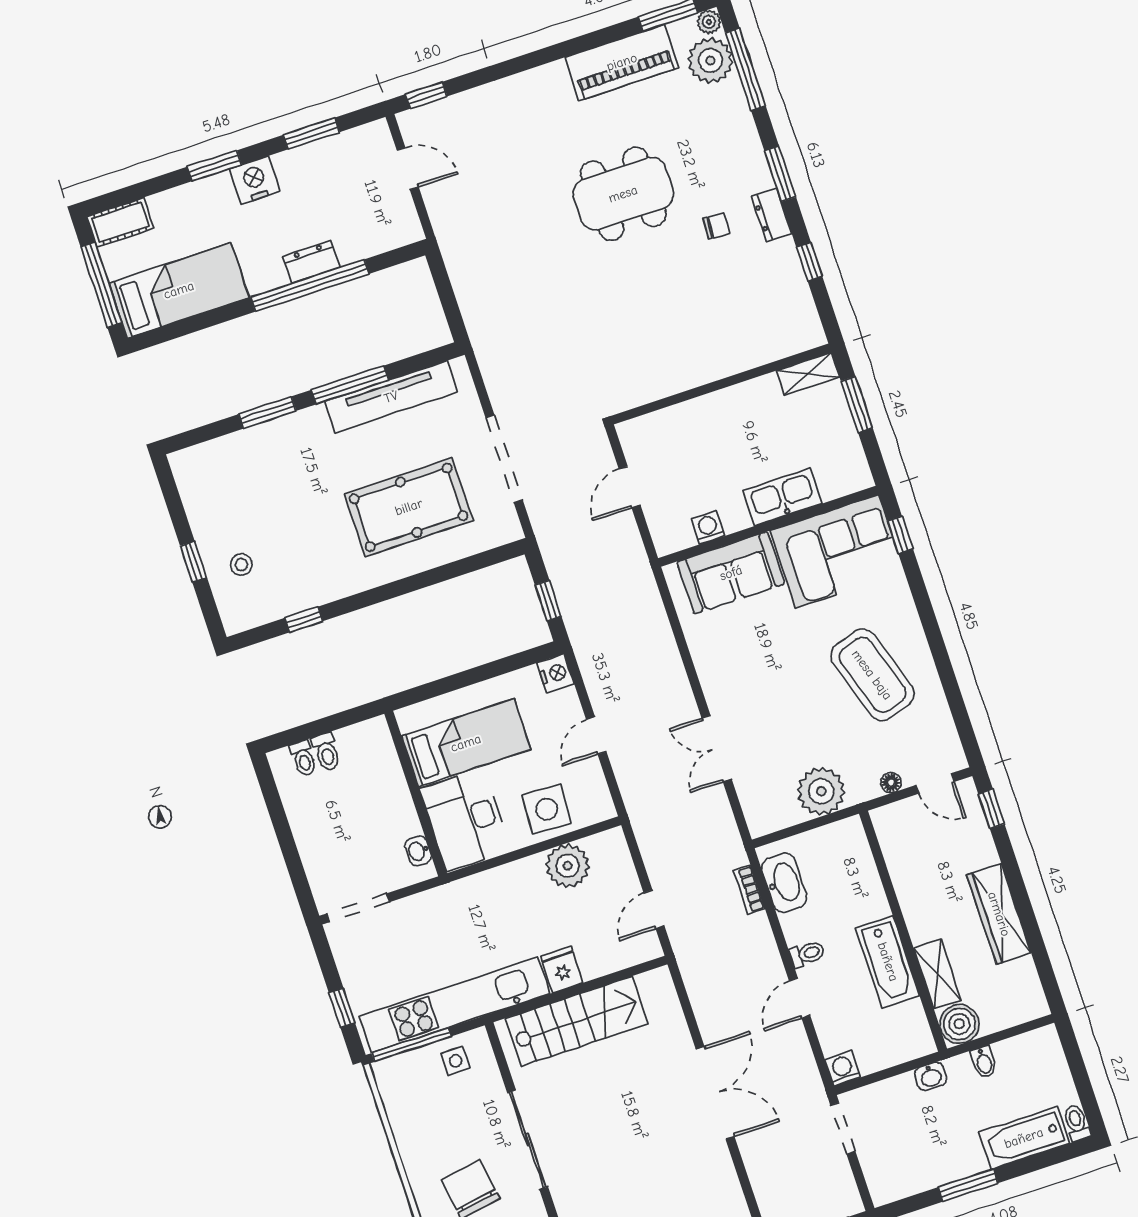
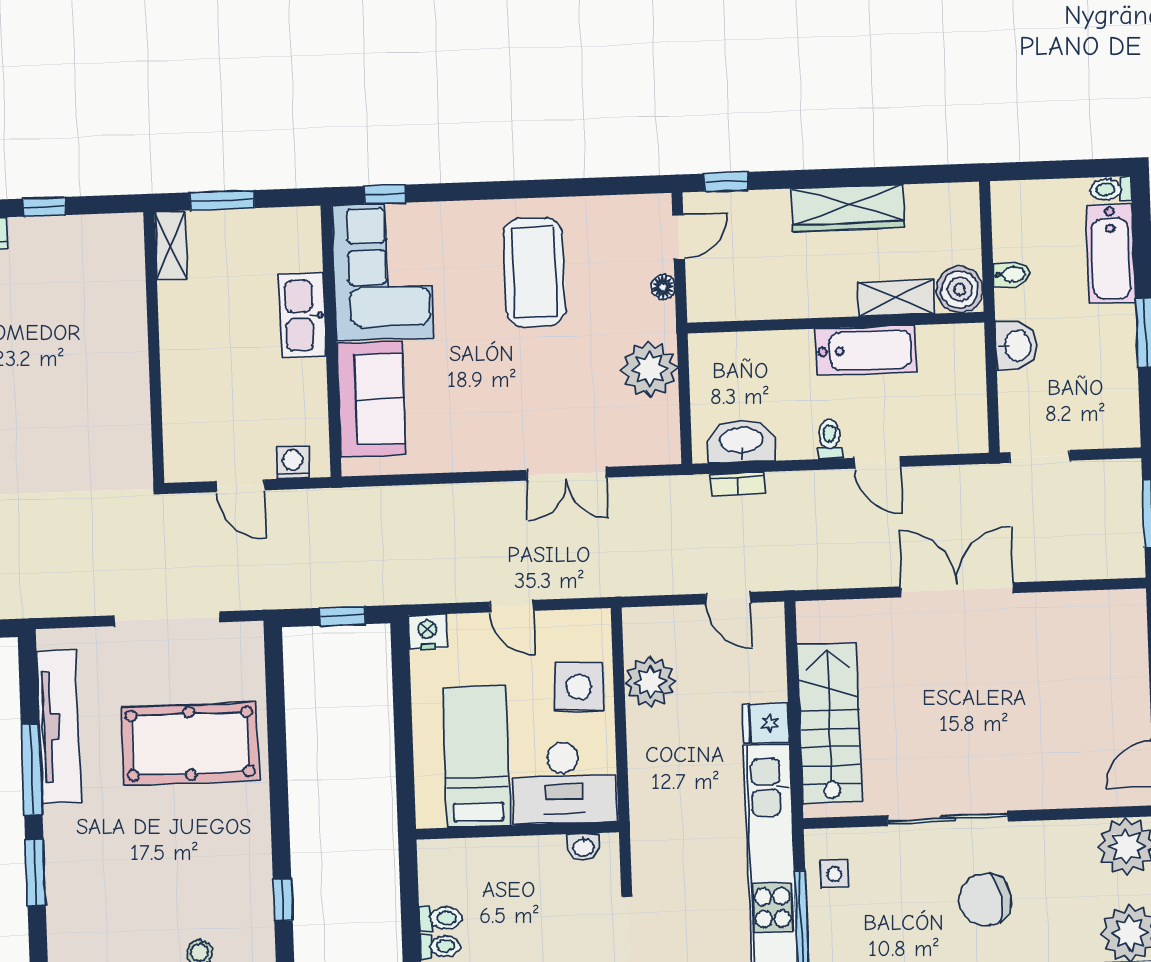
pool table: (409, 507) -> (190, 743), turned 90
washing machine: (708, 527) -> (293, 463), moved, turned 90
coffee table: (872, 675) -> (534, 272), turned -72
washing machine: (843, 1068) -> (972, 437), removed
washbasin: (931, 1076) -> (1016, 346), width x1.38, depth x1.45

